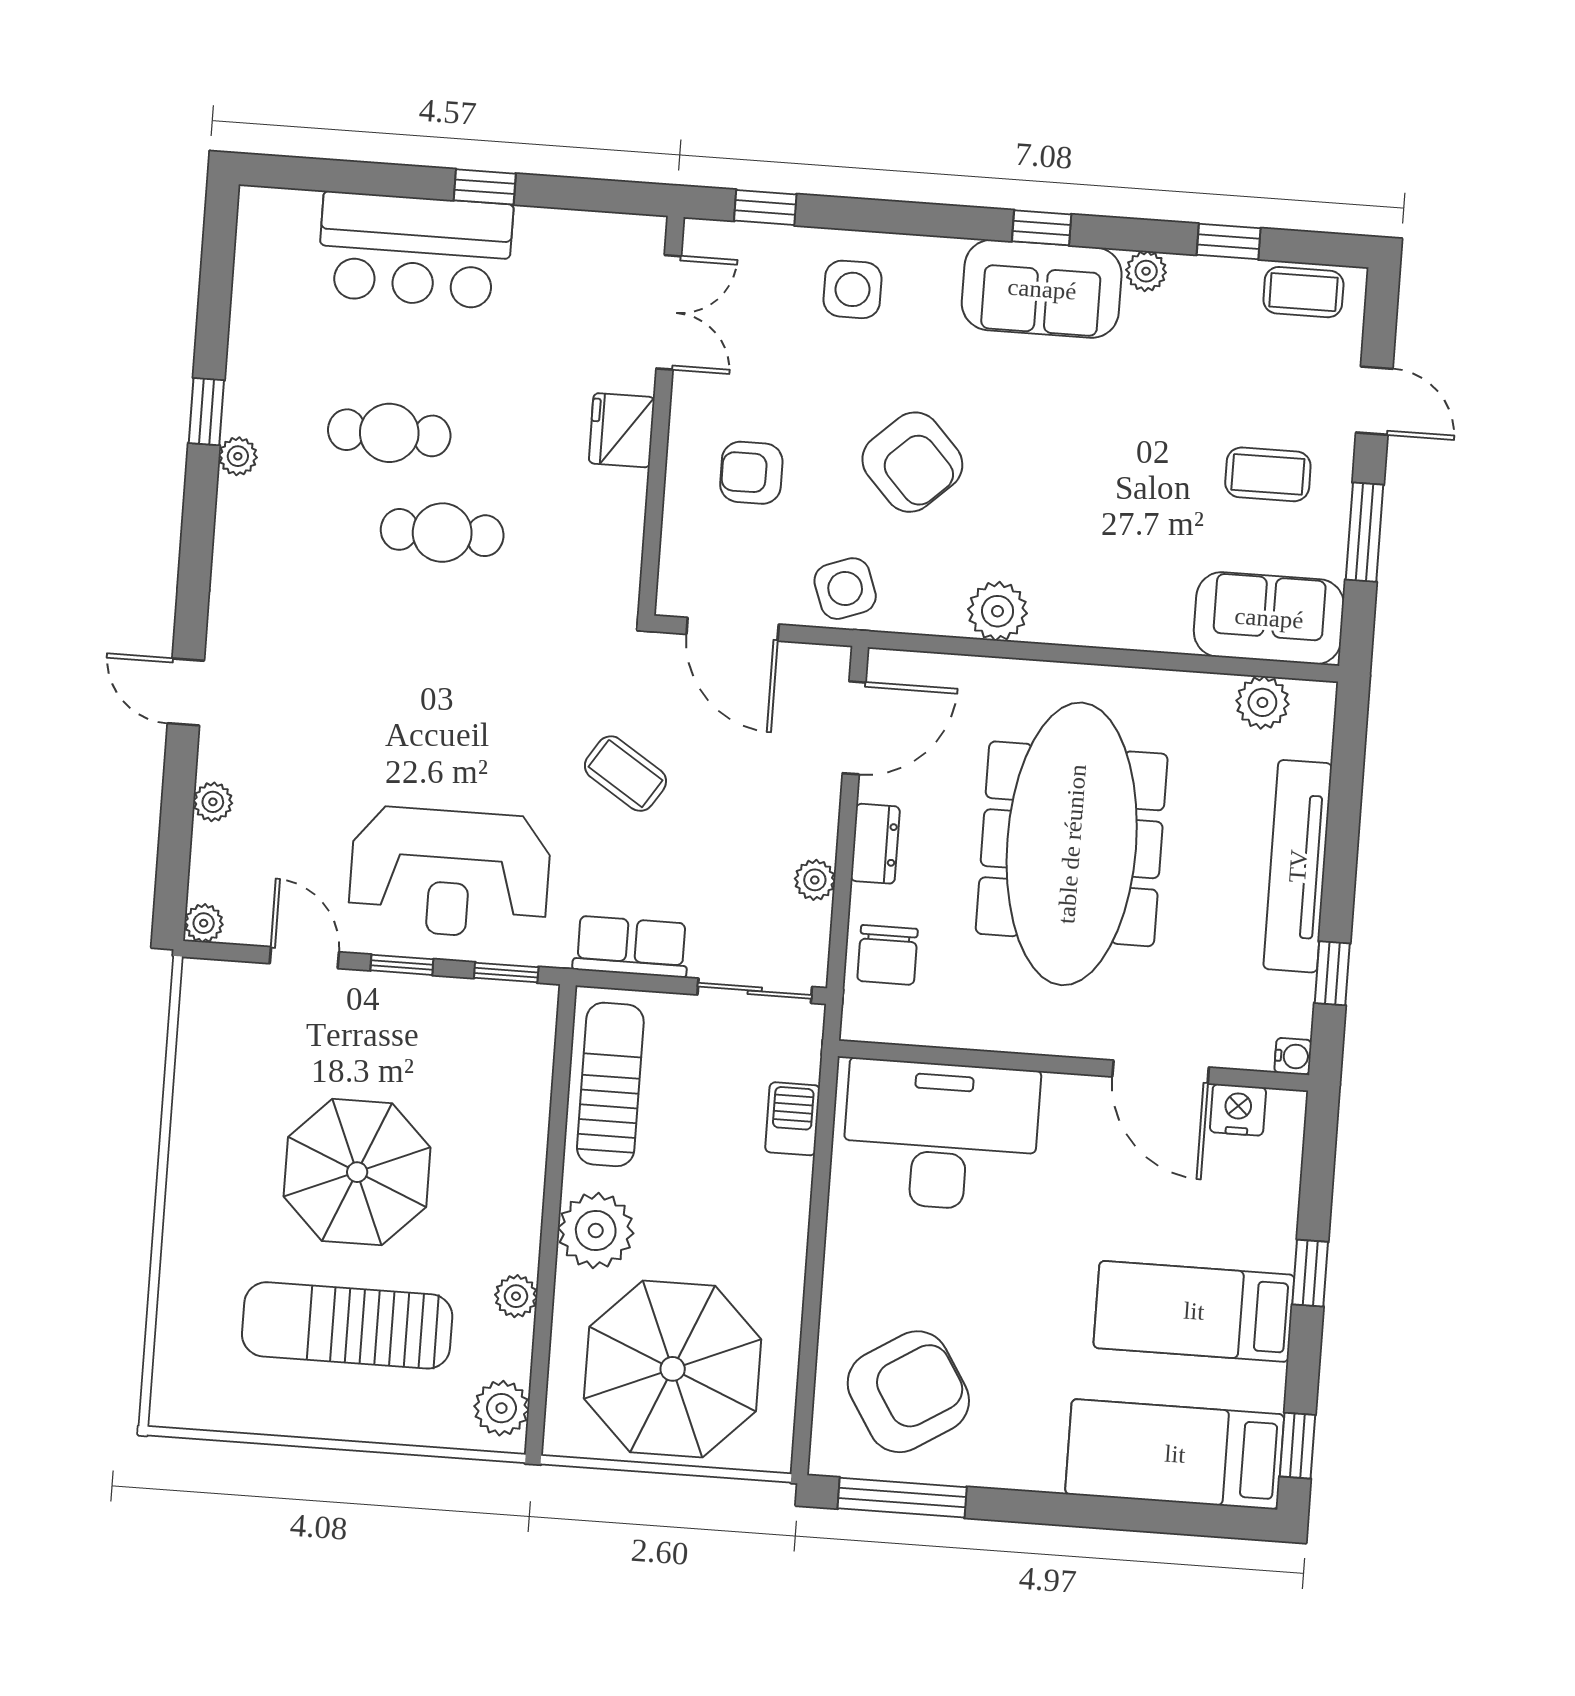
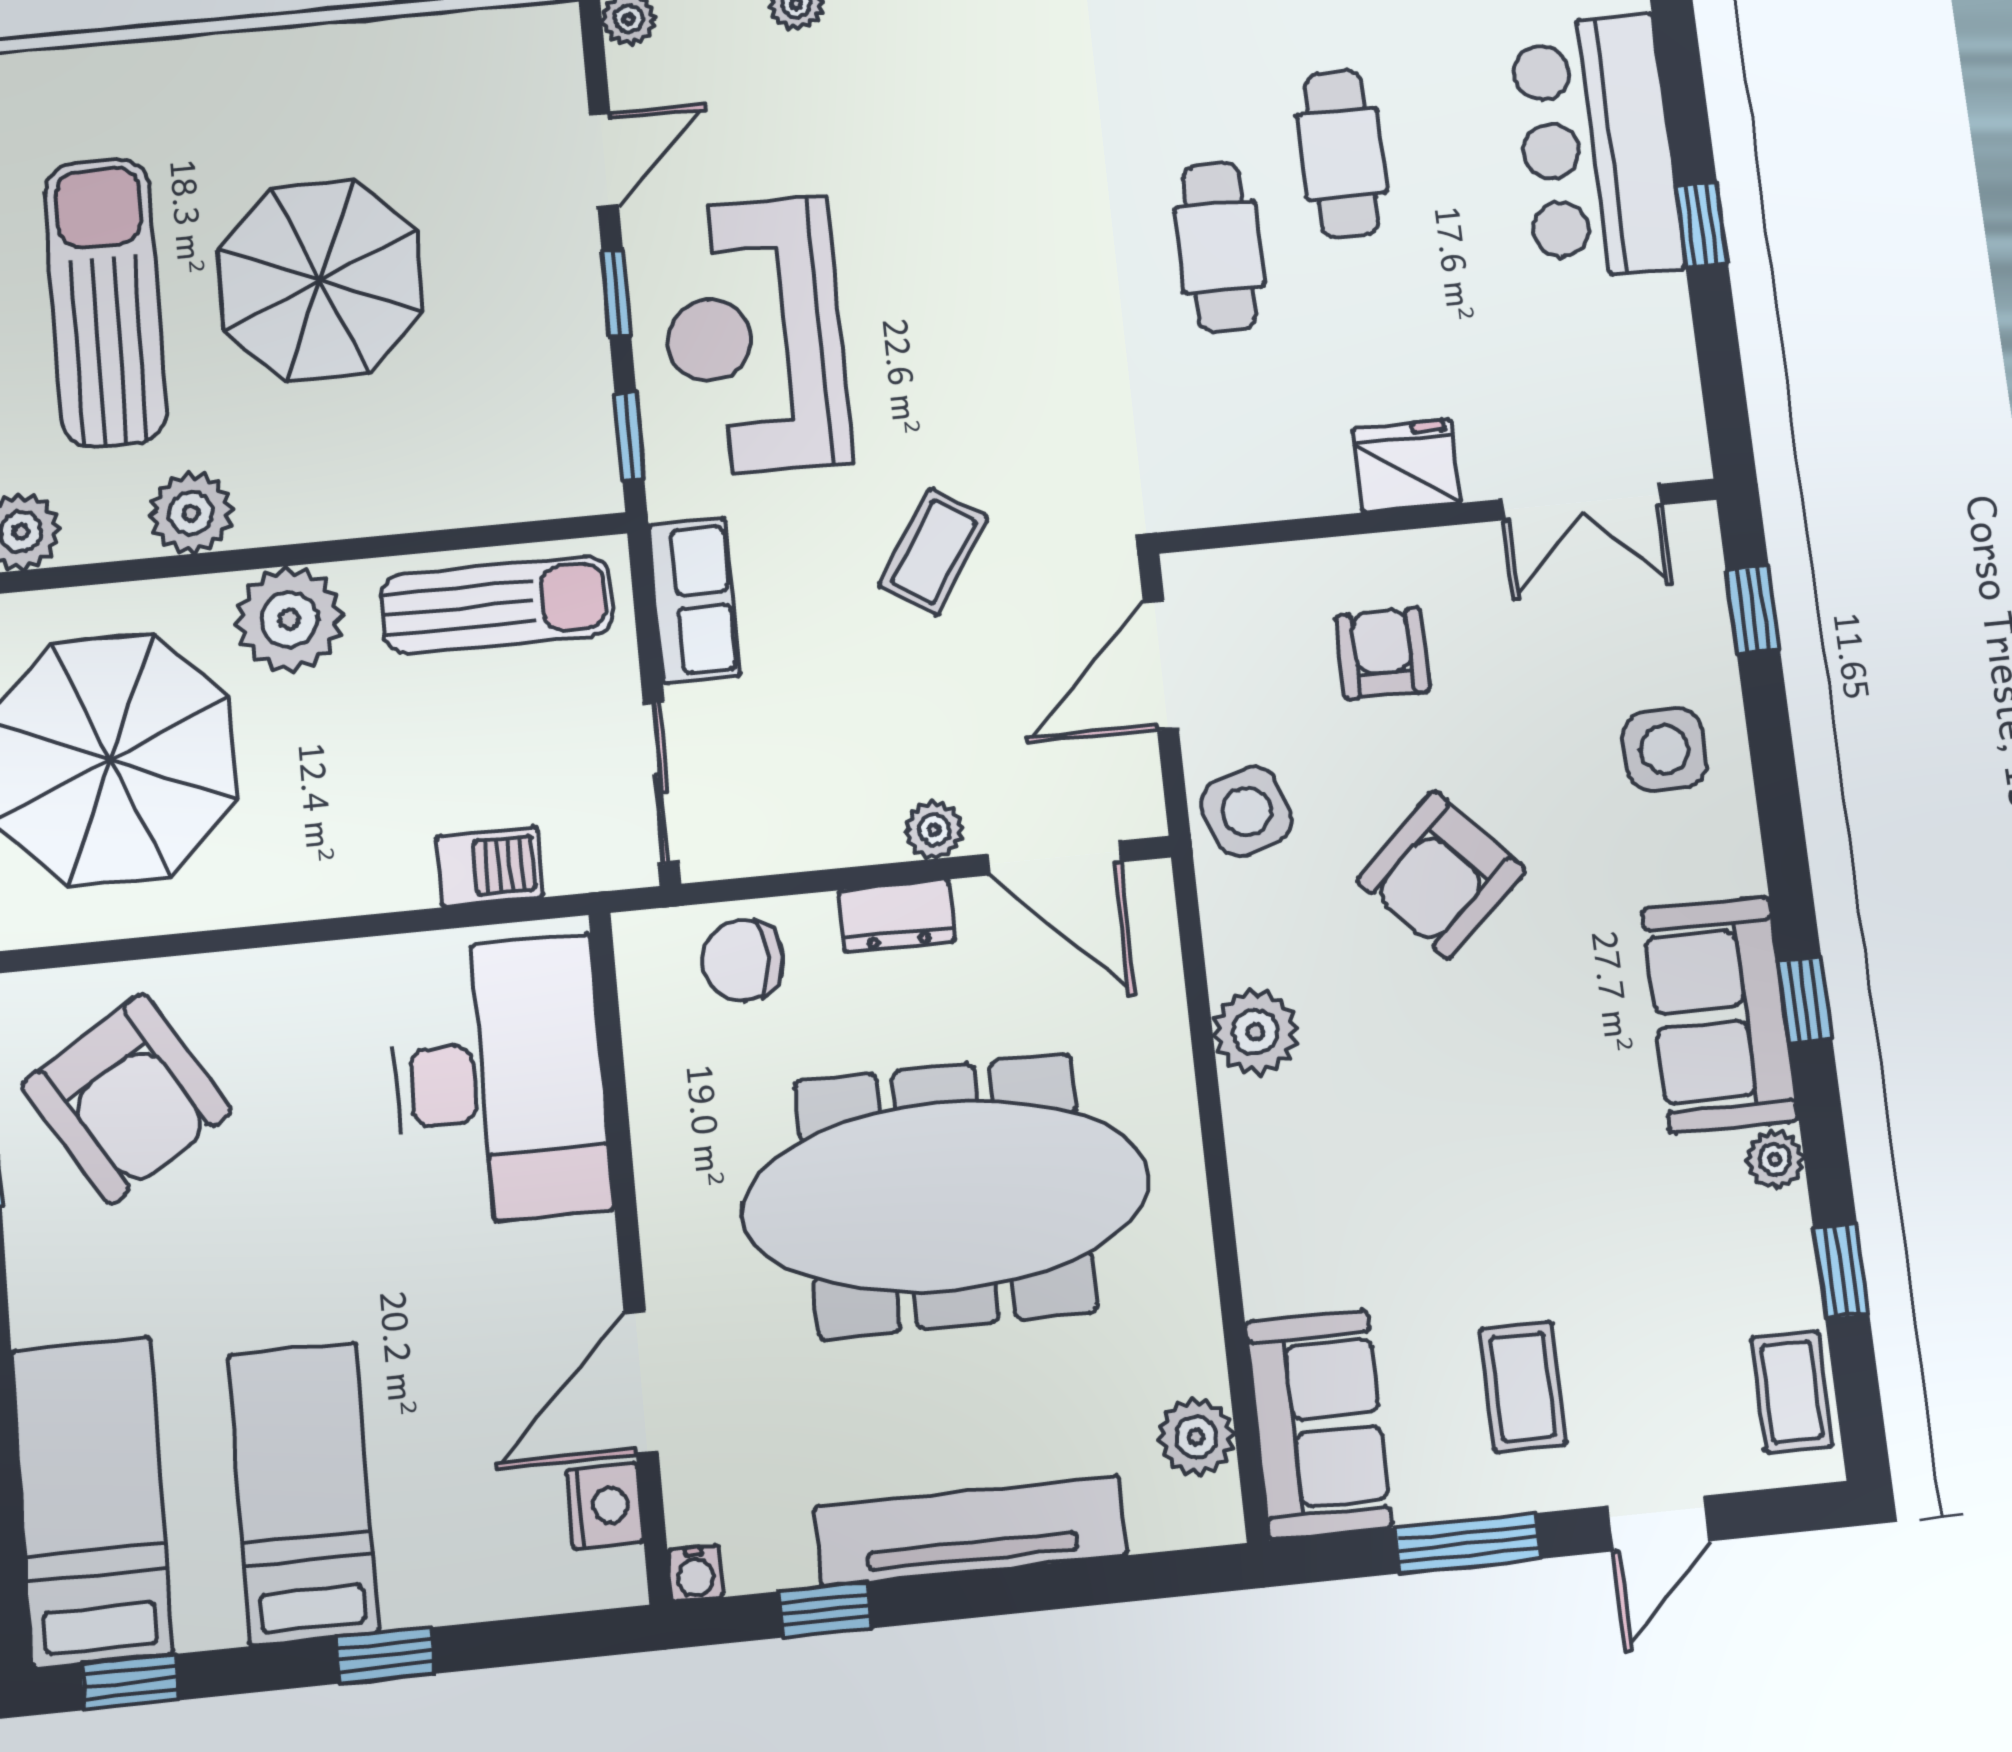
plant: (815, 880) -> (934, 830), moved
plant: (516, 1296) -> (191, 513), width x1.38, depth x1.38

